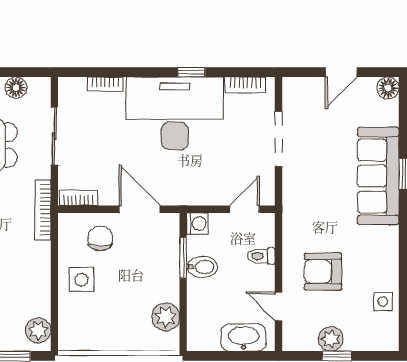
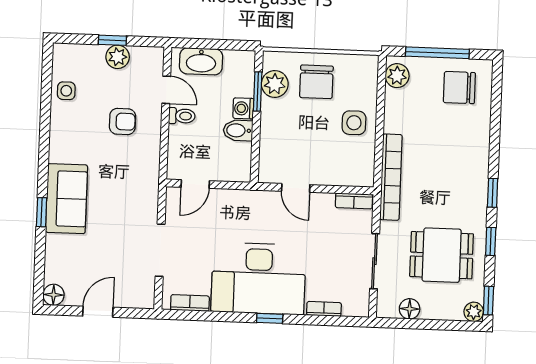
window: (191, 72) -> (270, 318), moved
sofa: (378, 176) -> (67, 199), width x0.73
door: (140, 209) -> (296, 188), width x0.73
bookcase: (43, 210) -> (391, 177), width x1.48, depth x1.31
washing machine: (197, 224) -> (243, 108), moved
chair: (100, 238) -> (316, 82), moved, width x1.37, depth x1.37
toilet: (261, 256) -> (182, 116), moved
window: (183, 258) -> (258, 92), moved
armchair: (323, 272) -> (122, 122), width x0.72, depth x0.72

